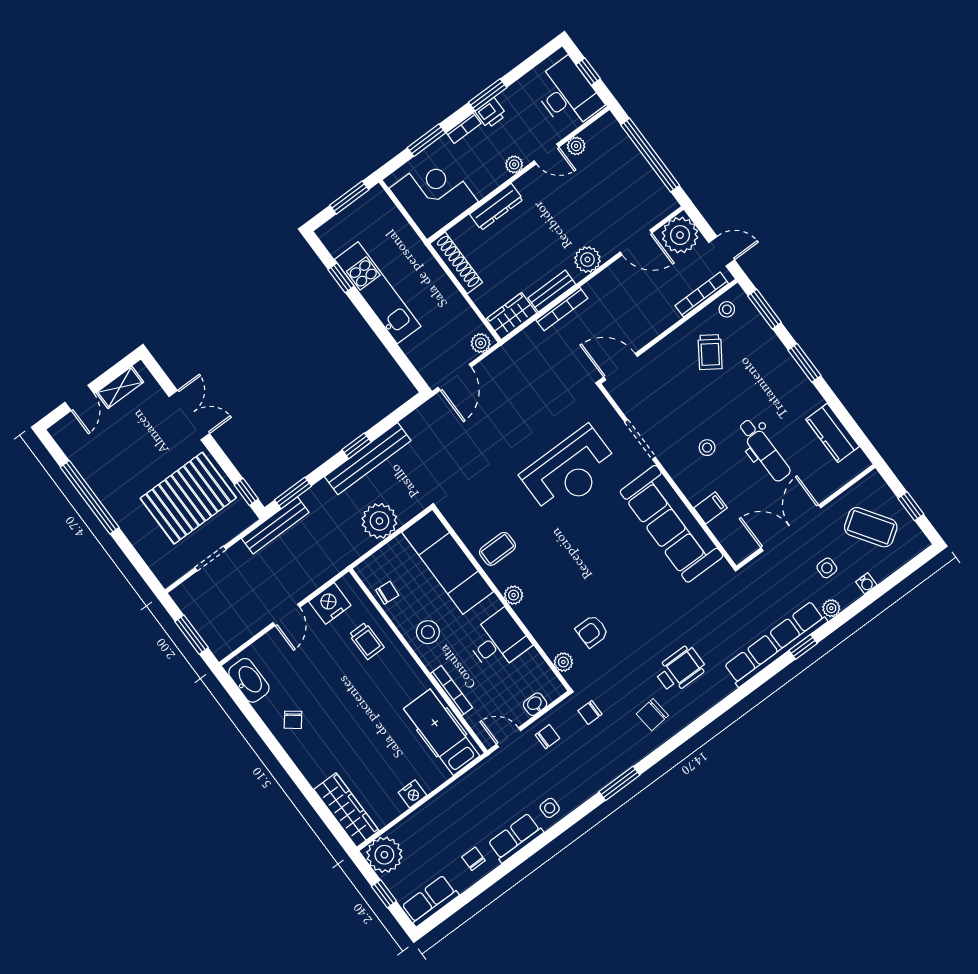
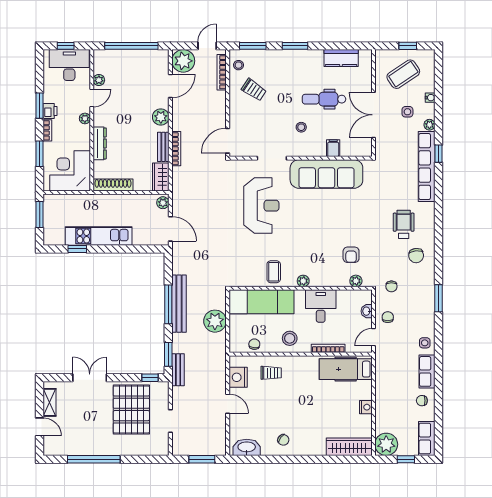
window: (357, 446) -> (168, 304), width x2.17
dental chair: (764, 450) -> (324, 99), turned 180
bench: (275, 525) -> (178, 370), width x0.73

